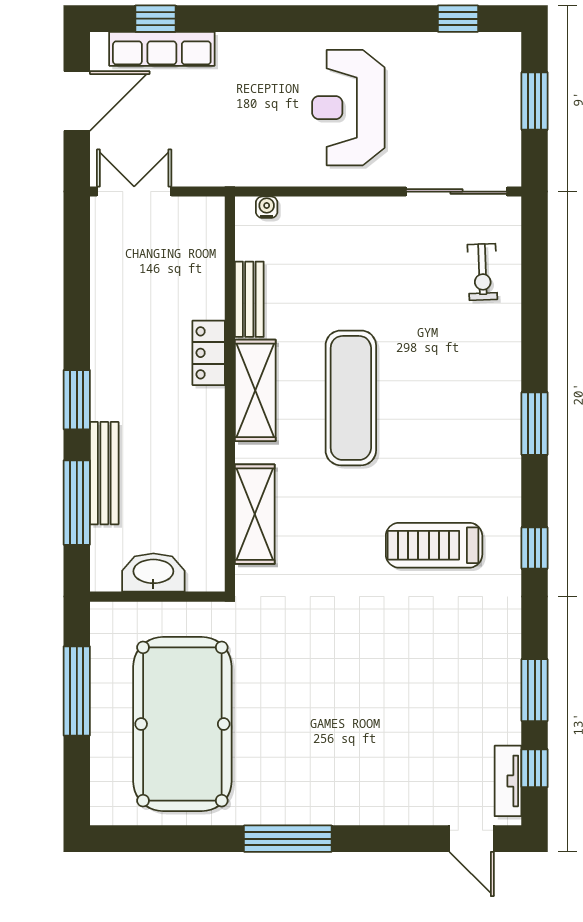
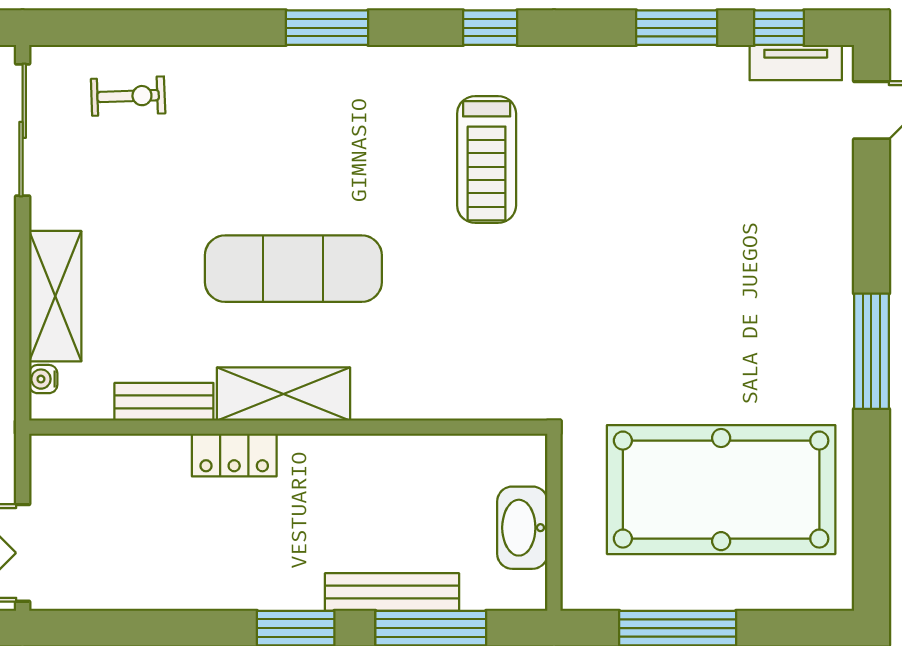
shelving: (255, 514) -> (55, 296), moved, turned 90

